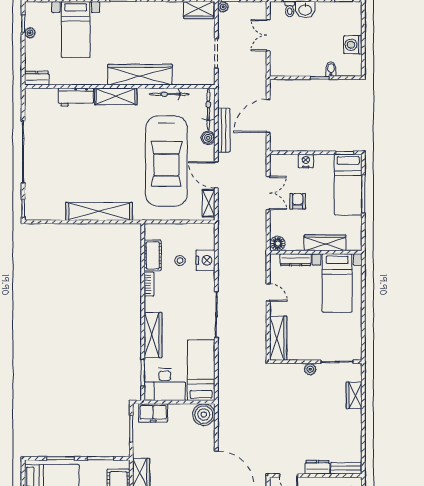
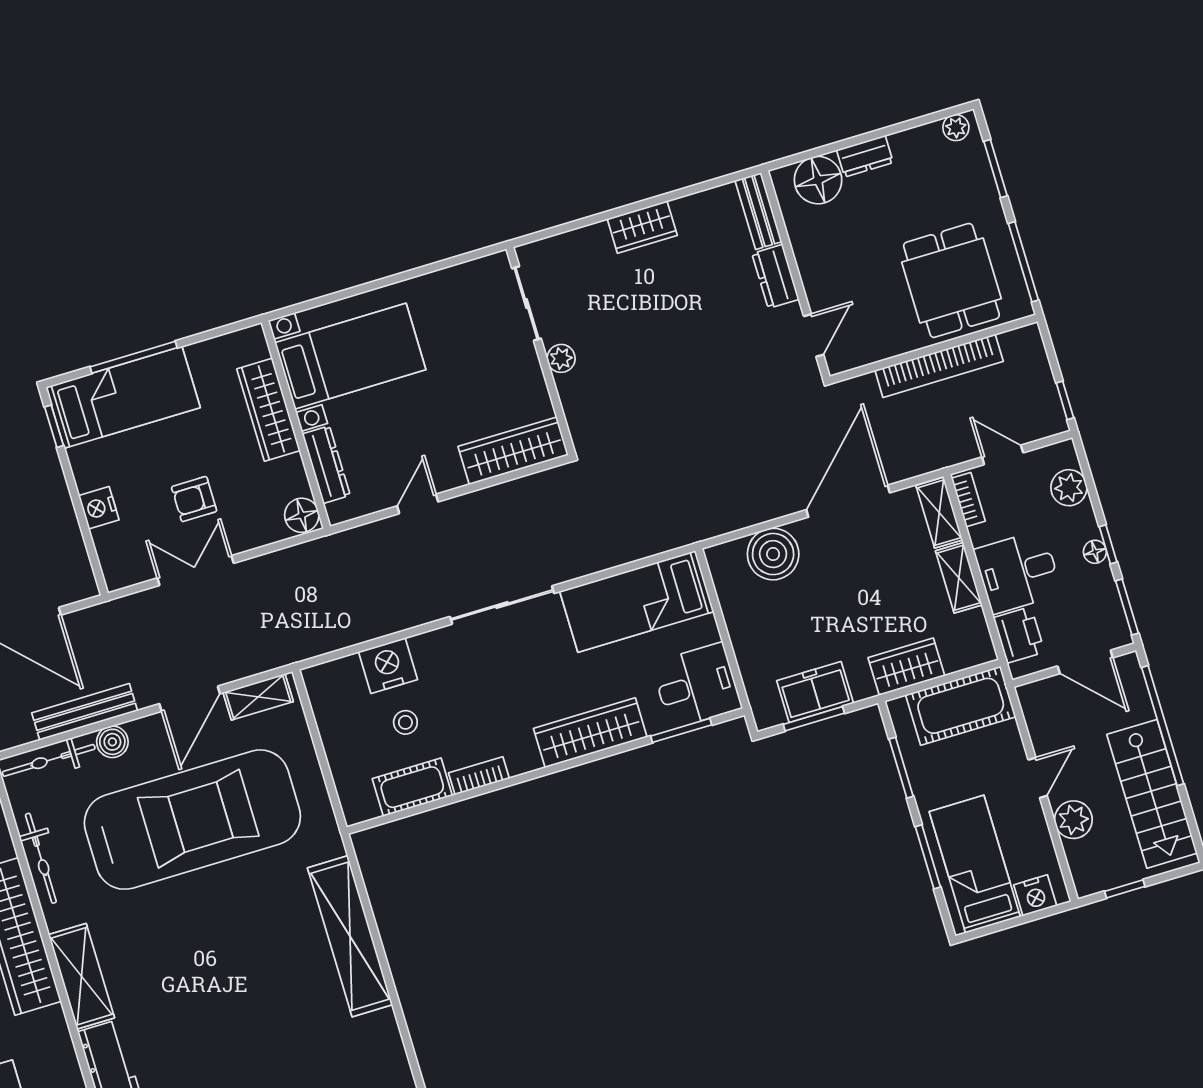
desk: (165, 385) -> (697, 686), width x0.73
wardrobe: (354, 395) -> (642, 227), moved
freezer: (153, 413) -> (815, 692), moved, turned -90
boiler: (204, 415) -> (773, 554), moved

